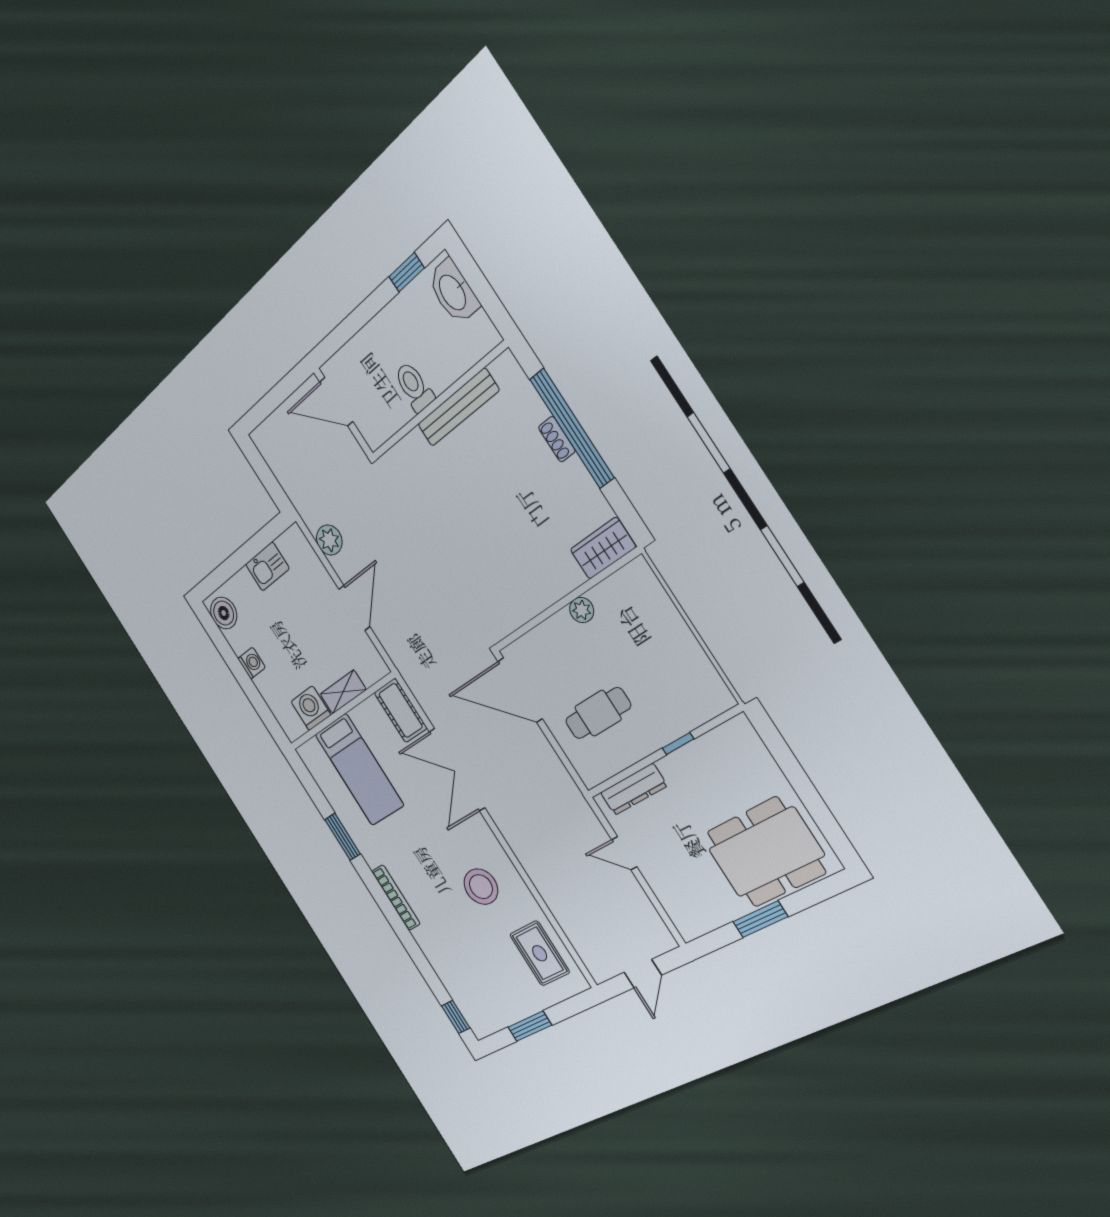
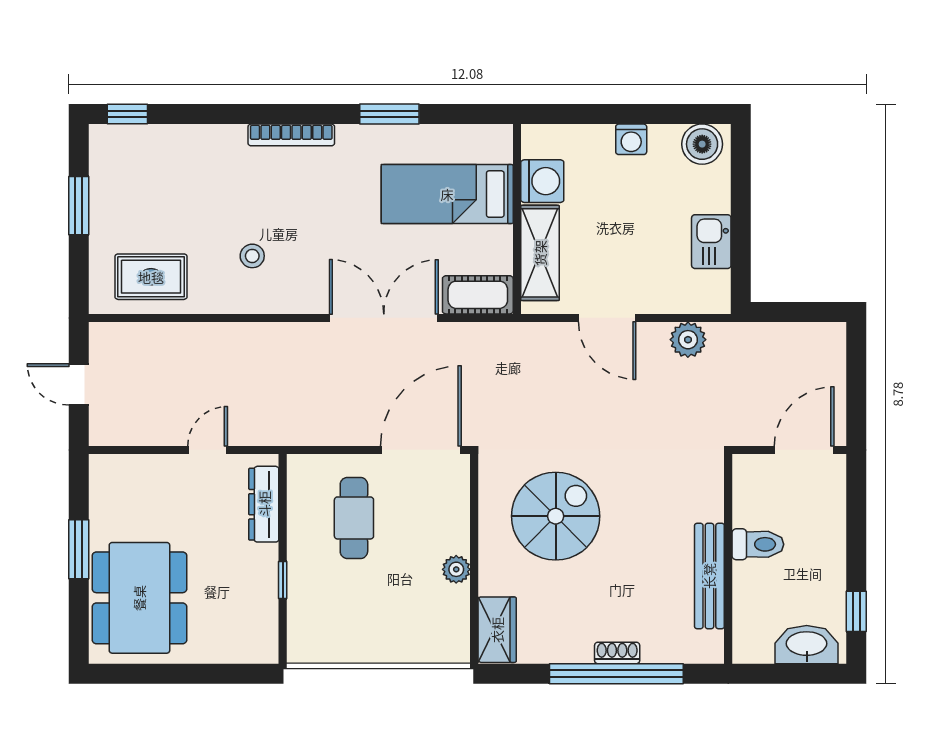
spiral stairs: (497, 557) -> (556, 516), added
shelving: (343, 692) -> (540, 253), width x1.50, depth x1.33
stool: (481, 887) -> (252, 256), width x0.53, depth x0.53

